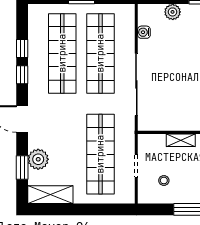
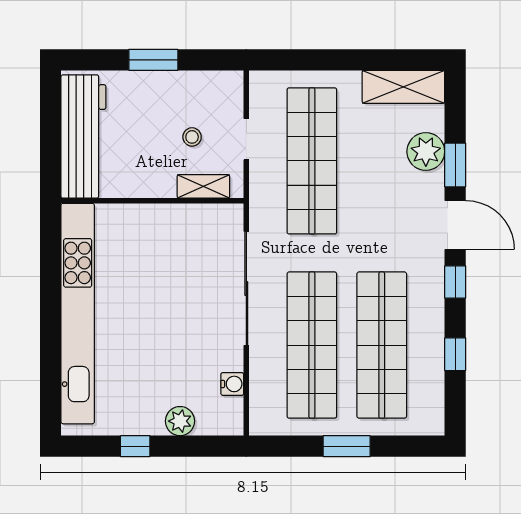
window: (22, 75) -> (455, 282), moved
shelving: (181, 140) -> (203, 186), moved
window: (22, 167) -> (455, 165), moved
stool: (164, 180) -> (192, 137), moved

